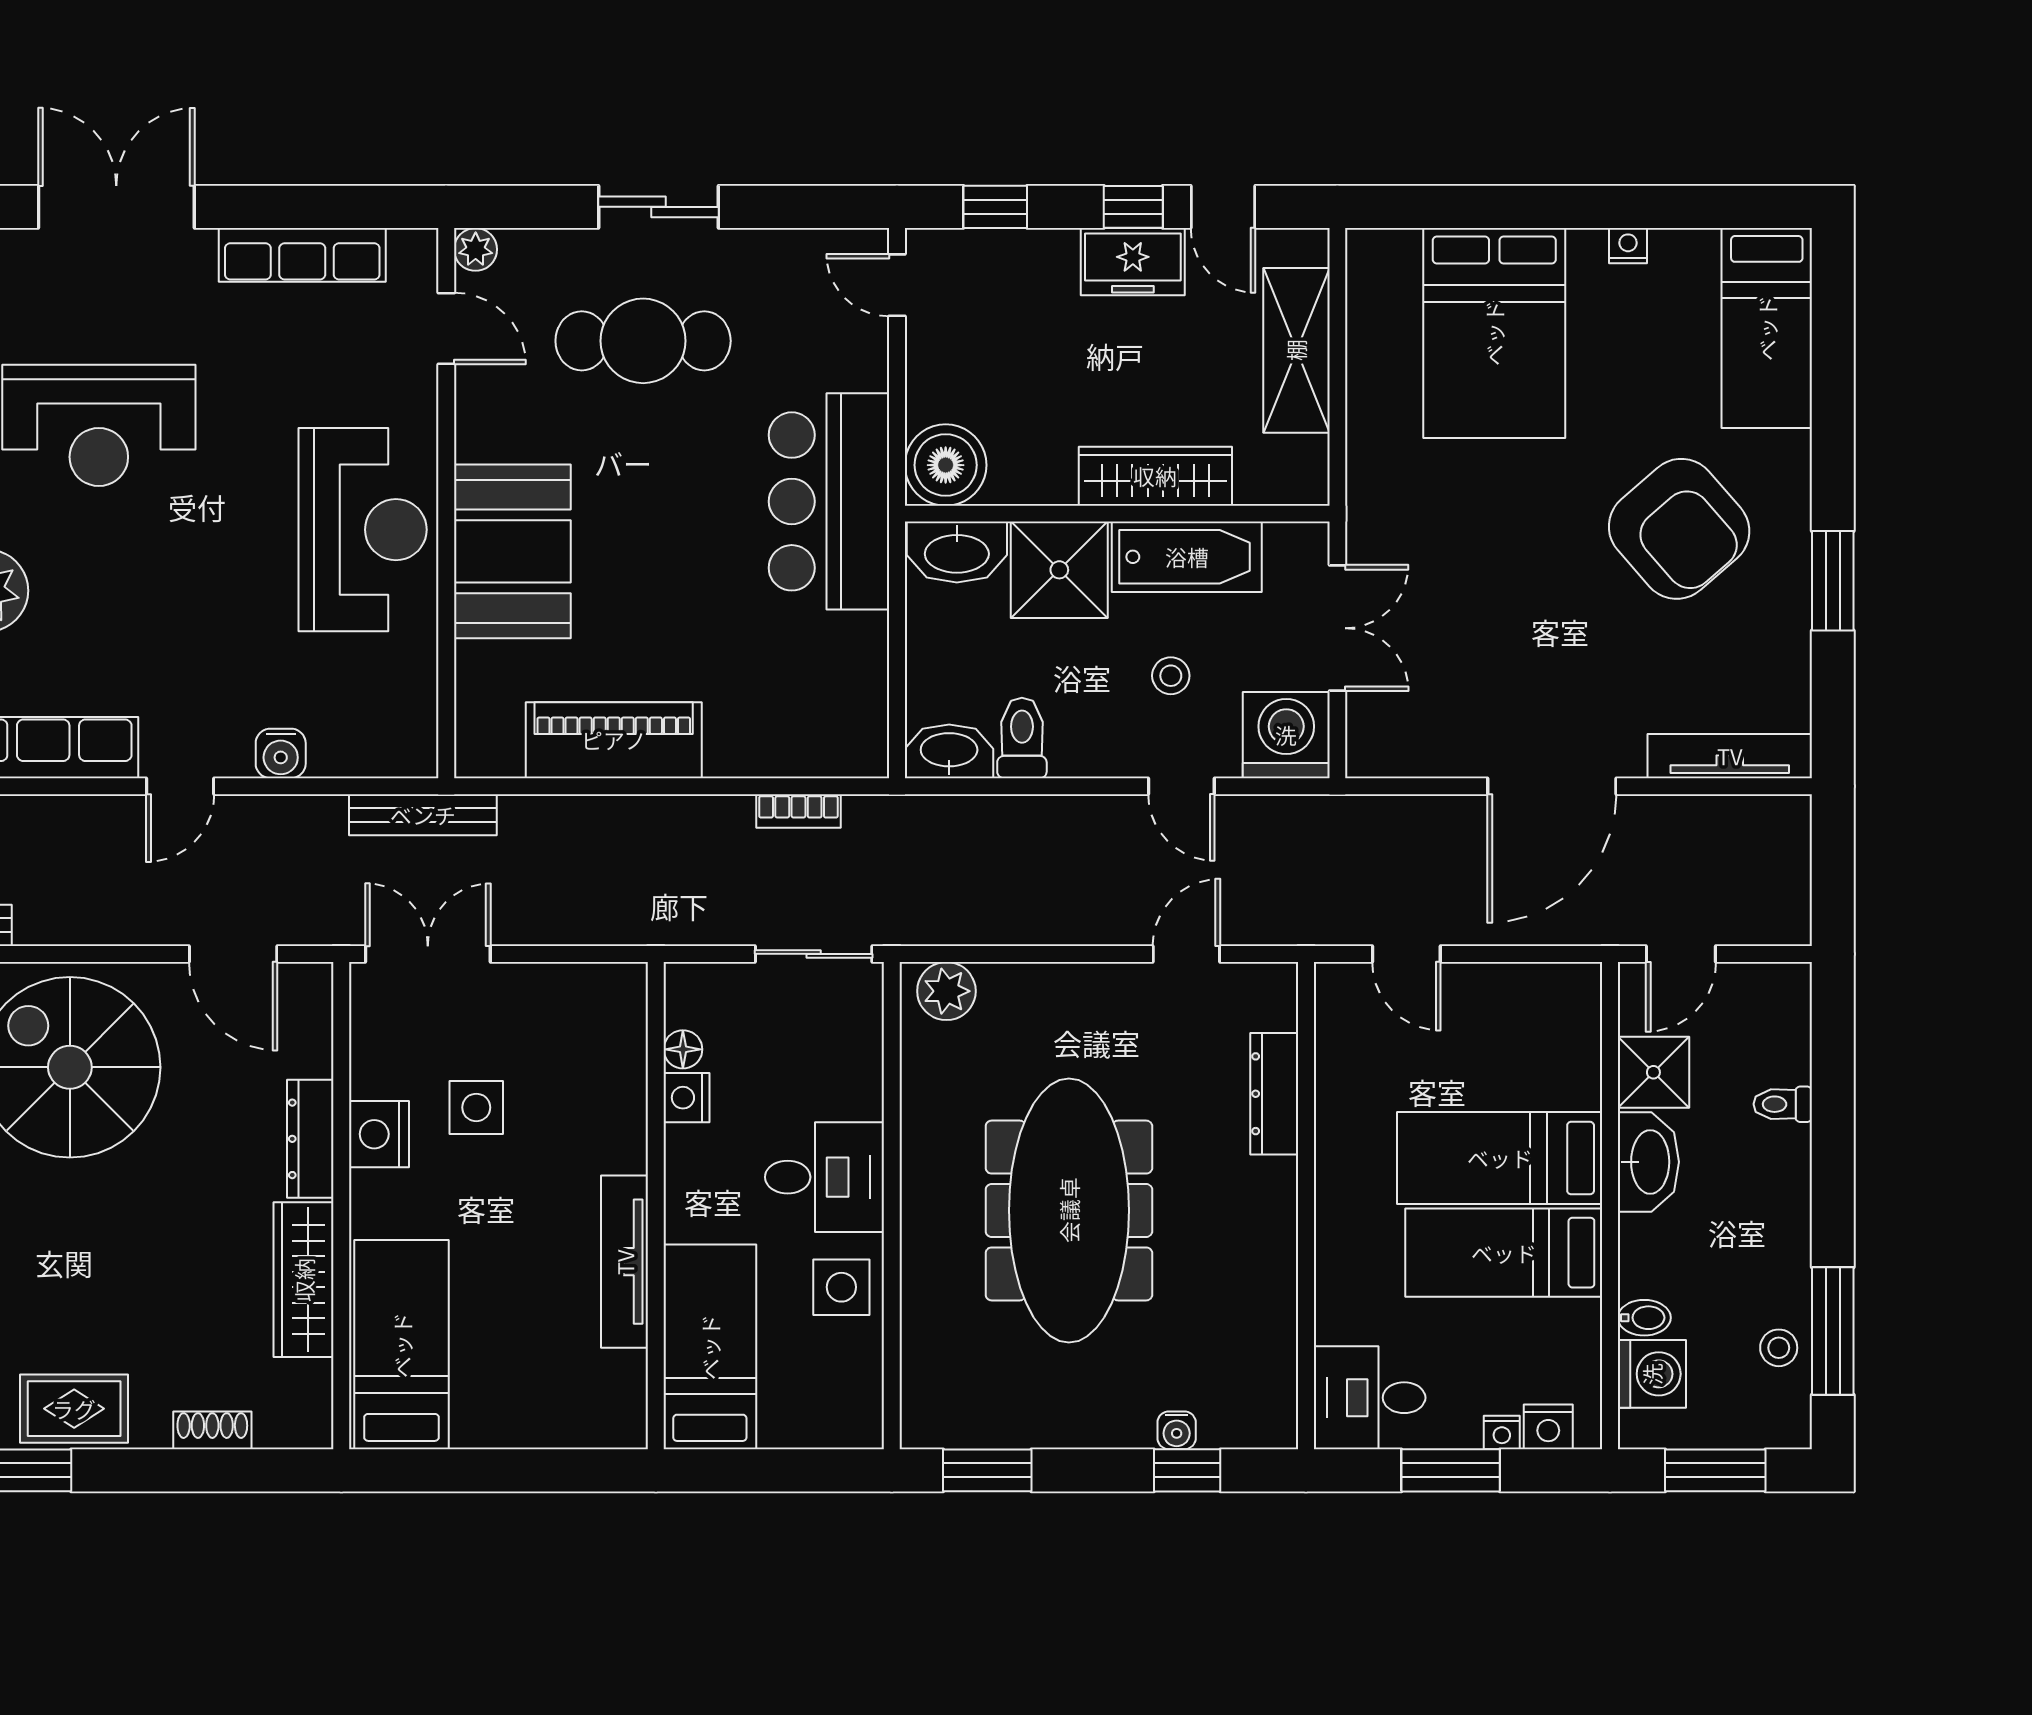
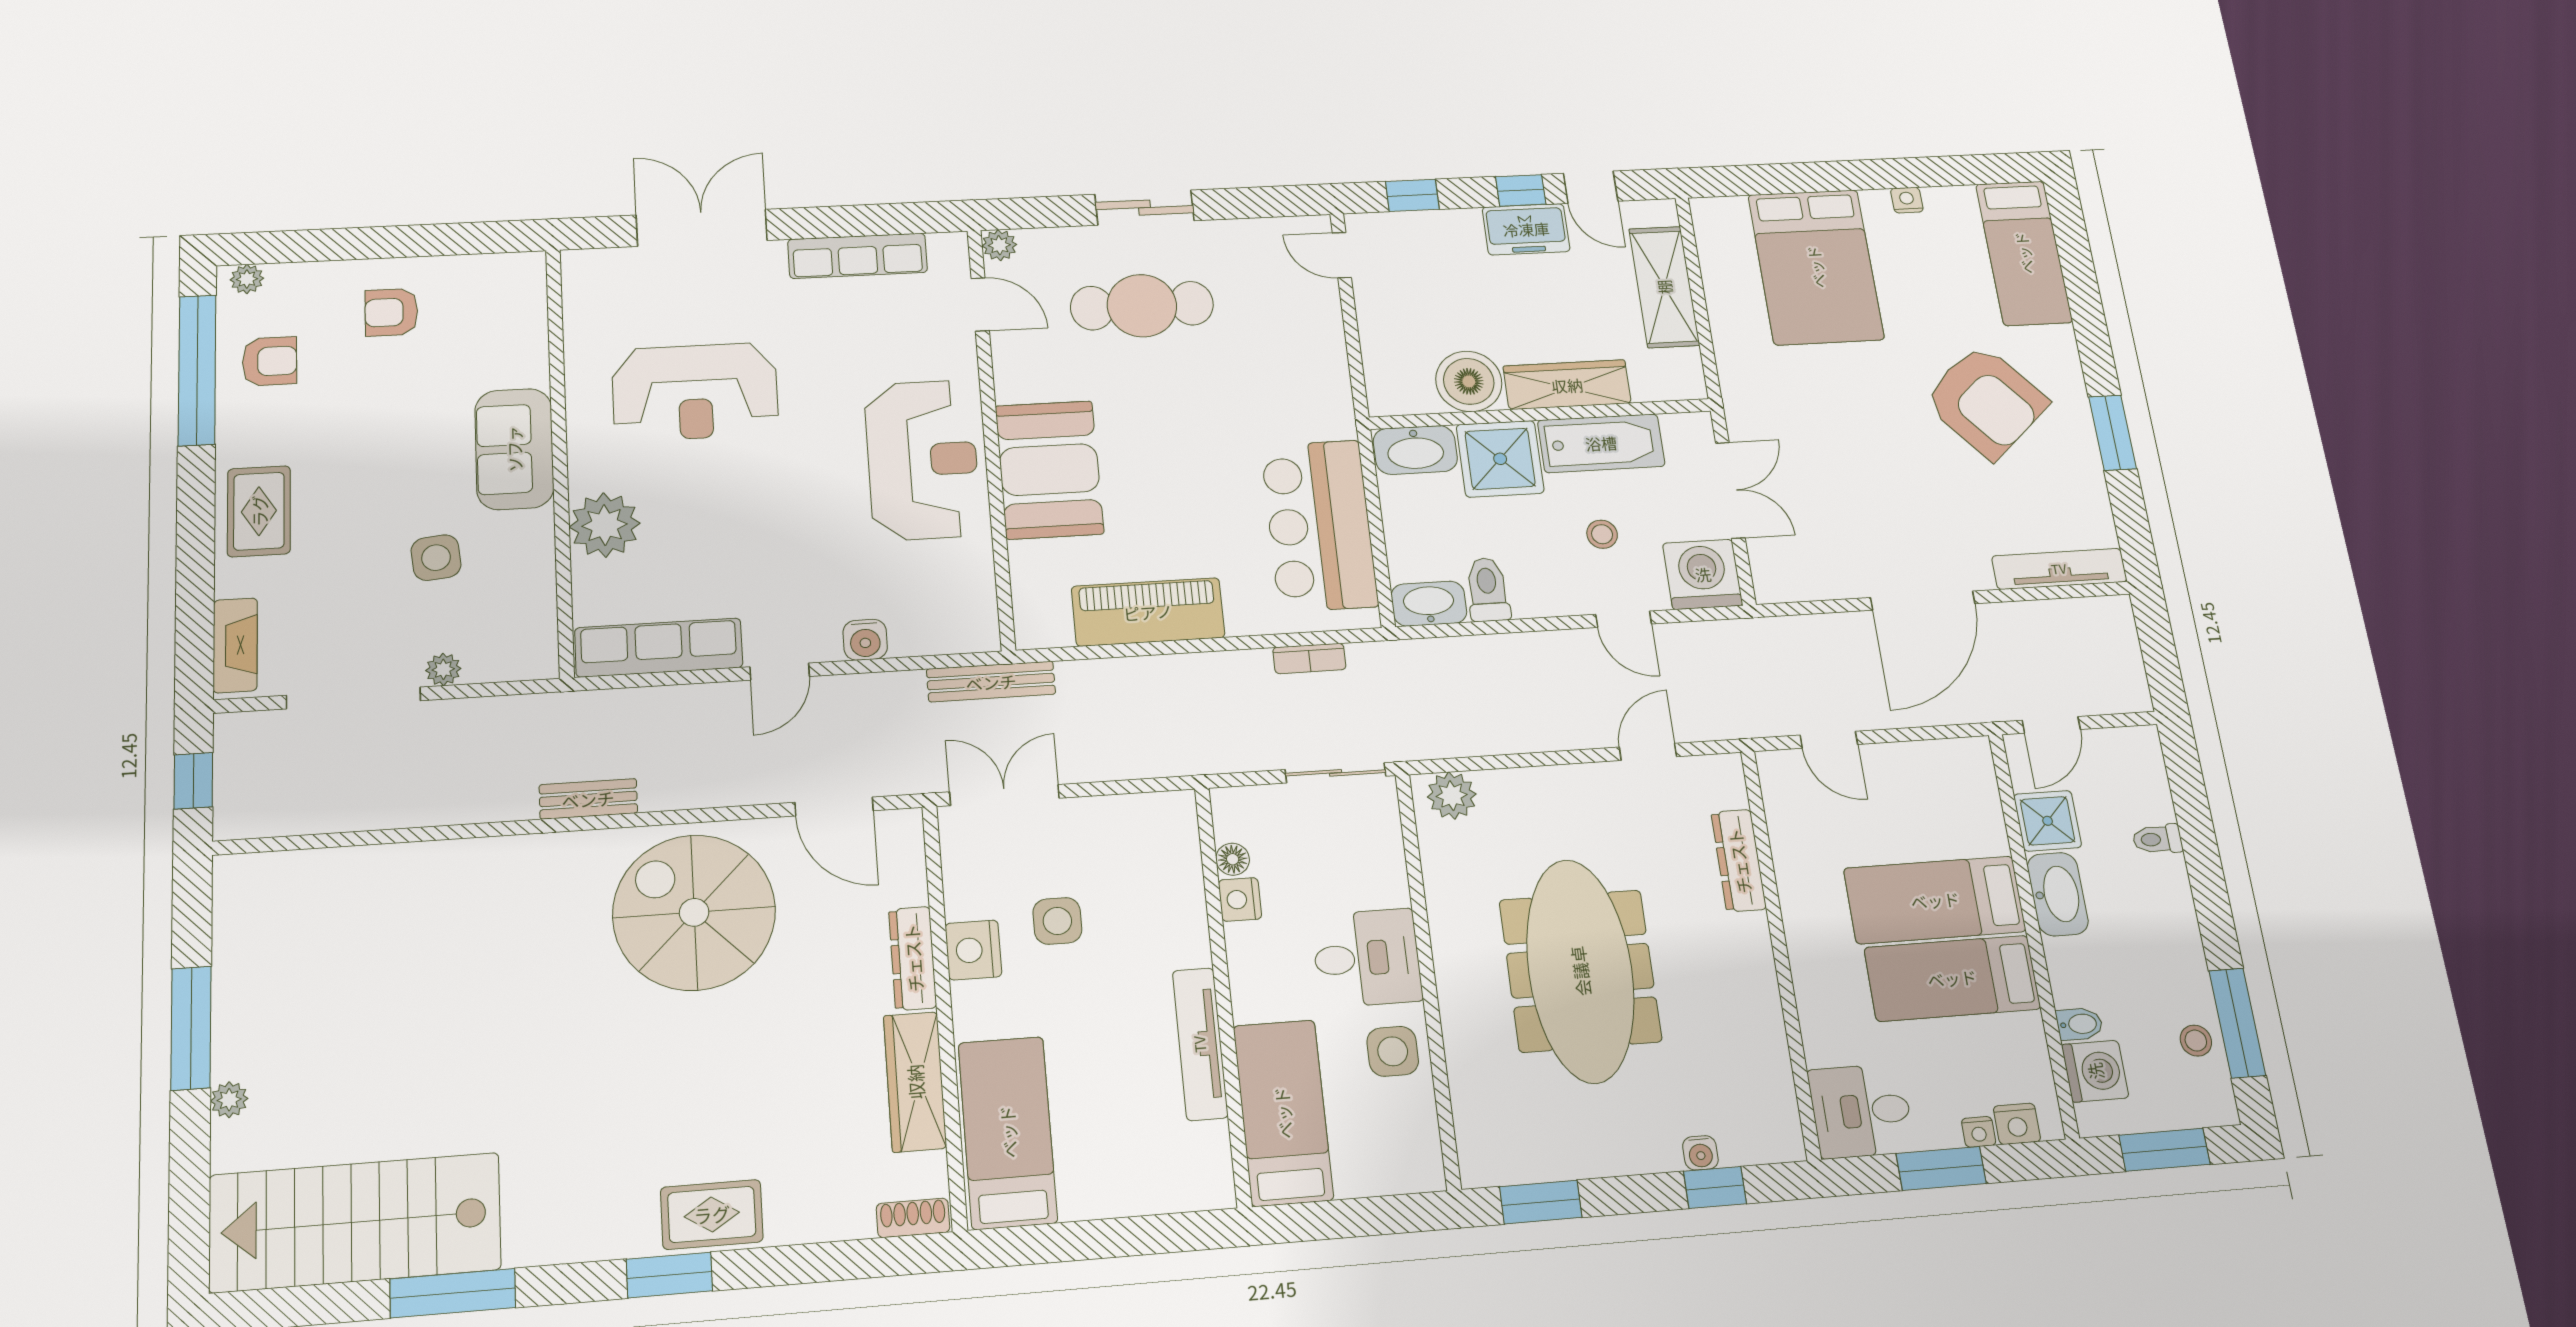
boiler: (946, 465) -> (1469, 381), moved
bar counter: (829, 501) -> (1319, 526), moved
shoe rack: (212, 1430) -> (913, 1218), moved

